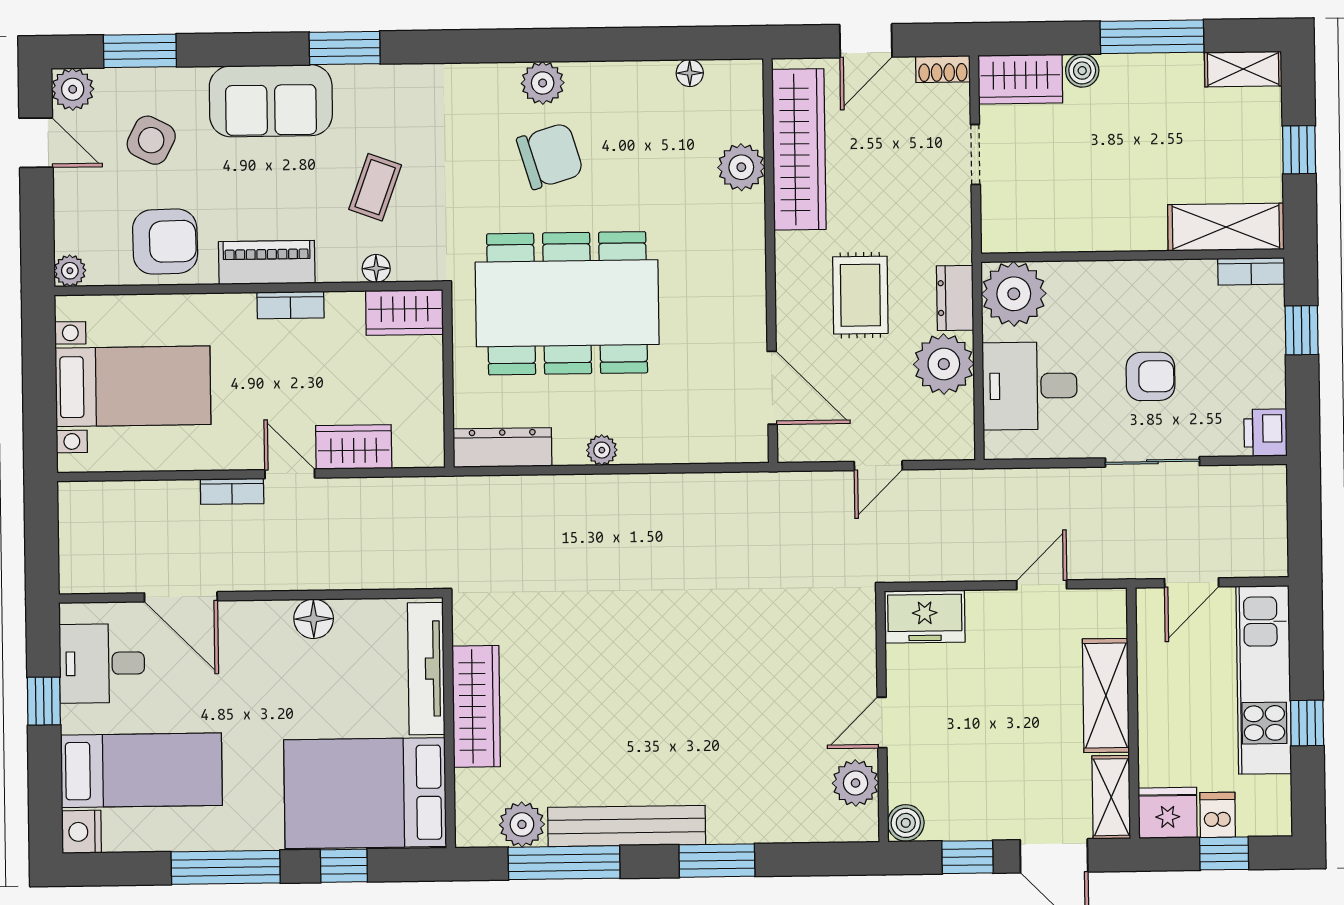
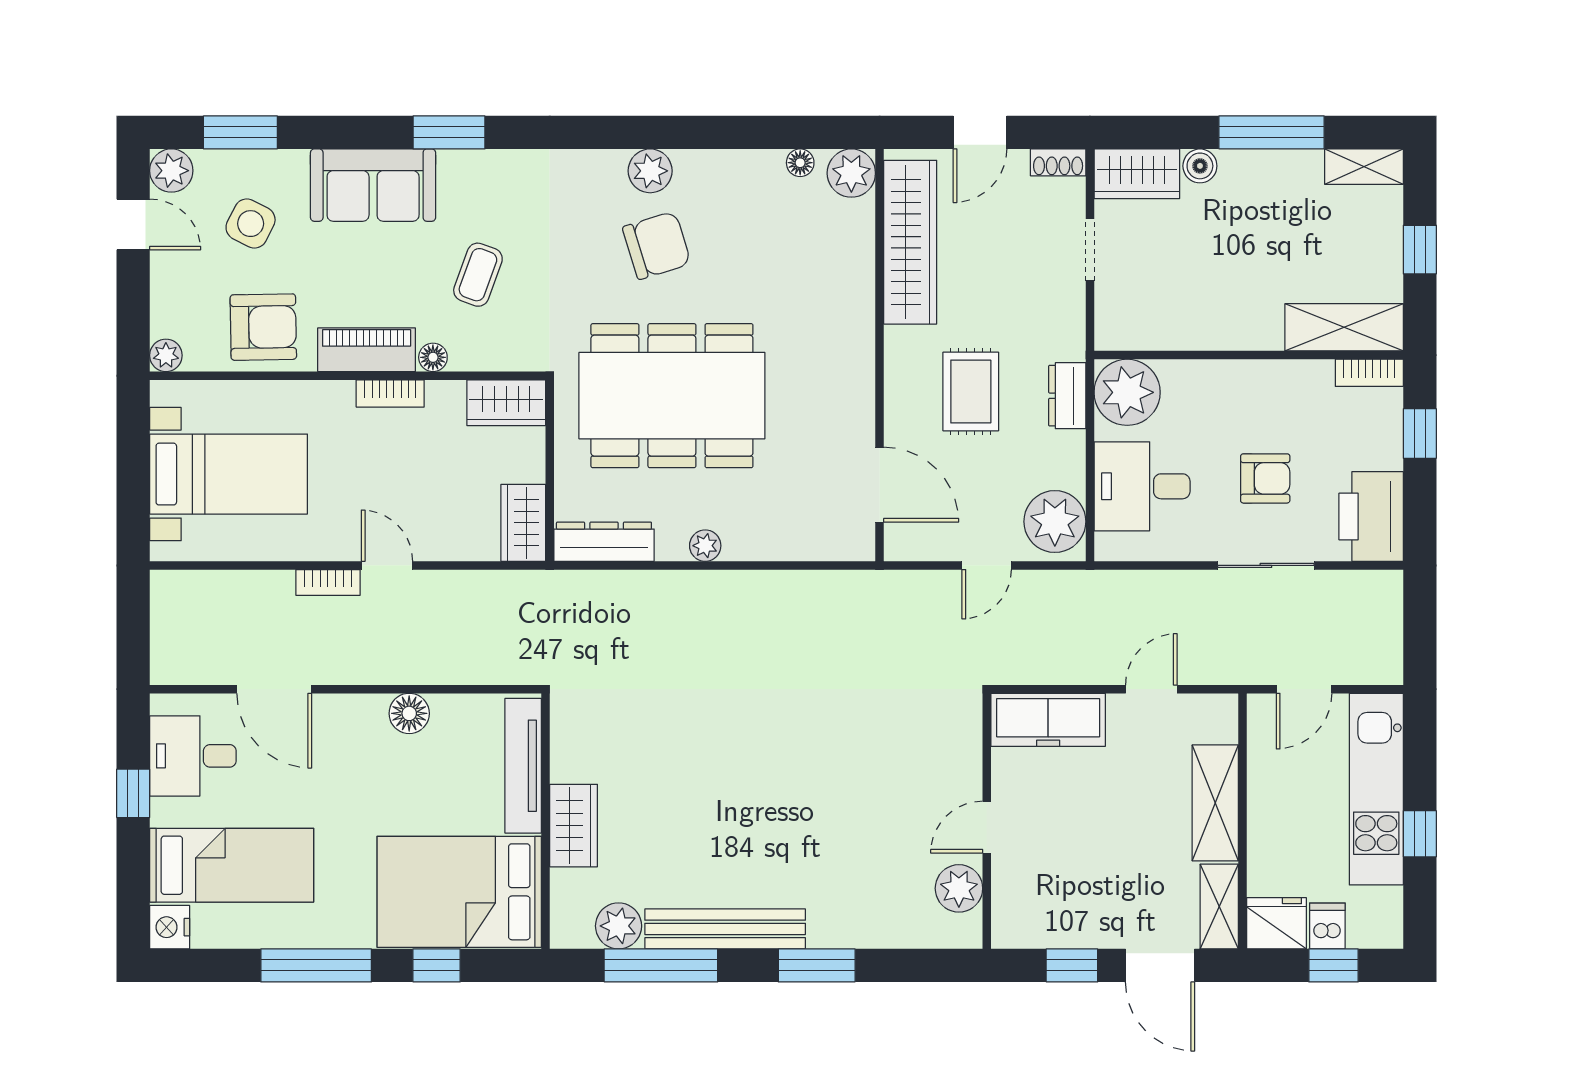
plant: (741, 167) -> (851, 173), moved
floor lamp: (376, 268) -> (433, 357), moved
plant: (944, 364) -> (1055, 522), moved
printer: (1265, 433) -> (1371, 516), width x1.87, depth x1.48
wardrobe: (354, 447) -> (523, 523), moved, turned -90
freezer: (925, 617) -> (1048, 720), width x1.40
wardrobe: (476, 706) -> (574, 826), width x0.67
boiler: (906, 823) -> (1010, 930), removed

